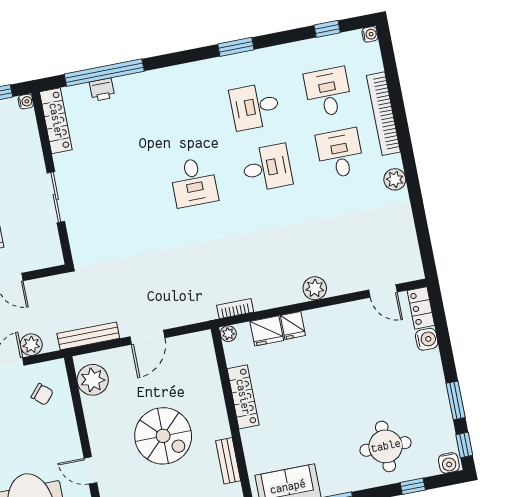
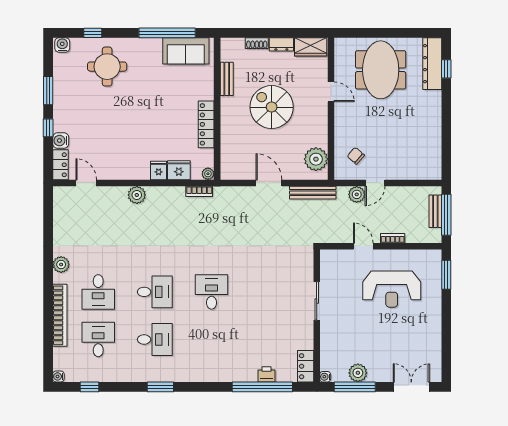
desk: (328, 92) -> (98, 339), turned 180
locker: (56, 121) -> (306, 366), width x0.66
desk: (267, 168) -> (155, 292), turned 180
door: (147, 337) -> (269, 183), hinge flipped
window: (464, 445) -> (48, 128), moved

